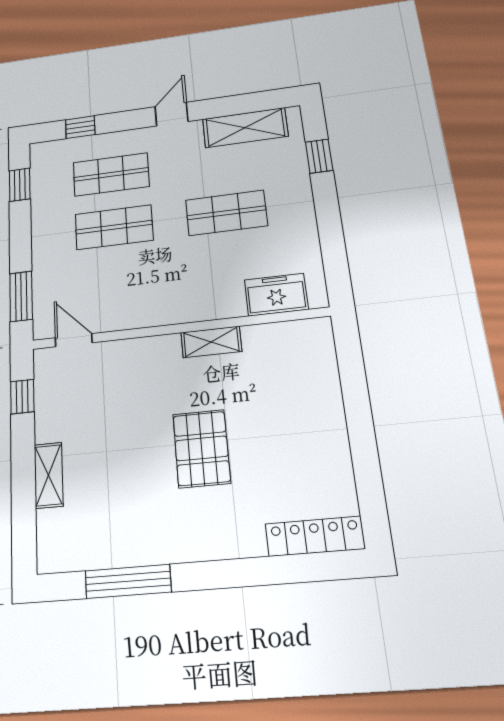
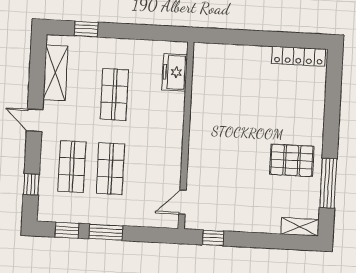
window: (21, 296) -> (106, 232), moved
shelving: (211, 342) -> (198, 116), removed
pallet: (202, 448) -> (292, 160), moved
shelving: (49, 475) -> (300, 227), moved
locker: (315, 536) -> (298, 56), moved, turned -90

